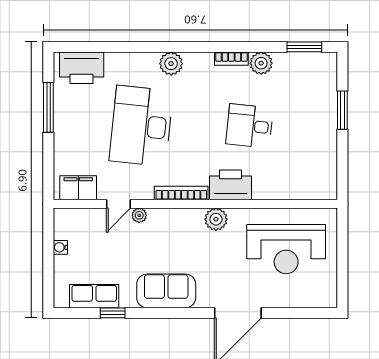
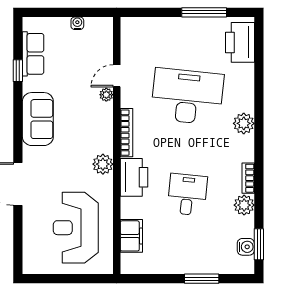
water cooler: (307, 61) -> (246, 247), added
filing cabinet: (78, 188) -> (131, 236), moved
door: (118, 204) -> (117, 76), hinge flipped

